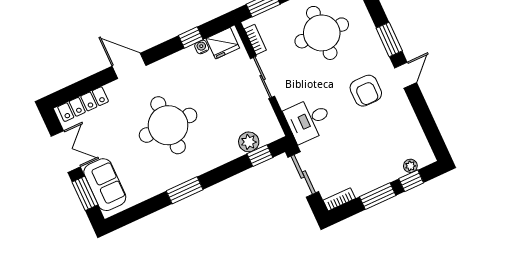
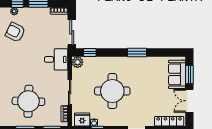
armchair: (366, 91) -> (15, 32), moved, turned -64
round table: (168, 125) -> (112, 91), moved
plant: (249, 142) -> (77, 62), moved

